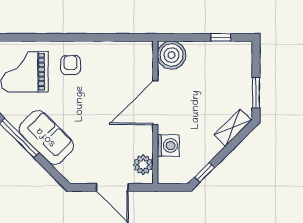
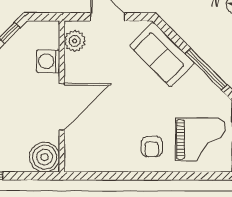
sofa: (46, 137) -> (162, 54), moved

